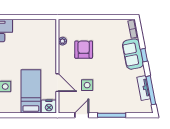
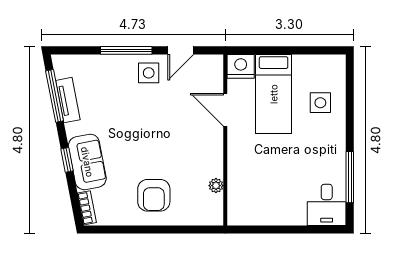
armchair: (84, 50) -> (154, 195), moved
side table: (87, 85) -> (149, 73), moved

